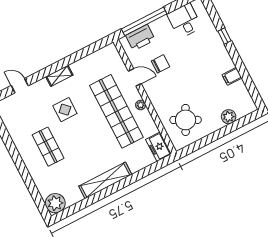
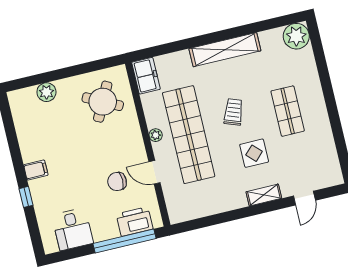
shelving: (59, 76) -> (264, 195), moved
filing cabinet: (232, 76) -> (36, 170), moved
door: (20, 86) -> (304, 198), hinge flipped
trolley: (88, 136) -> (234, 112), added

